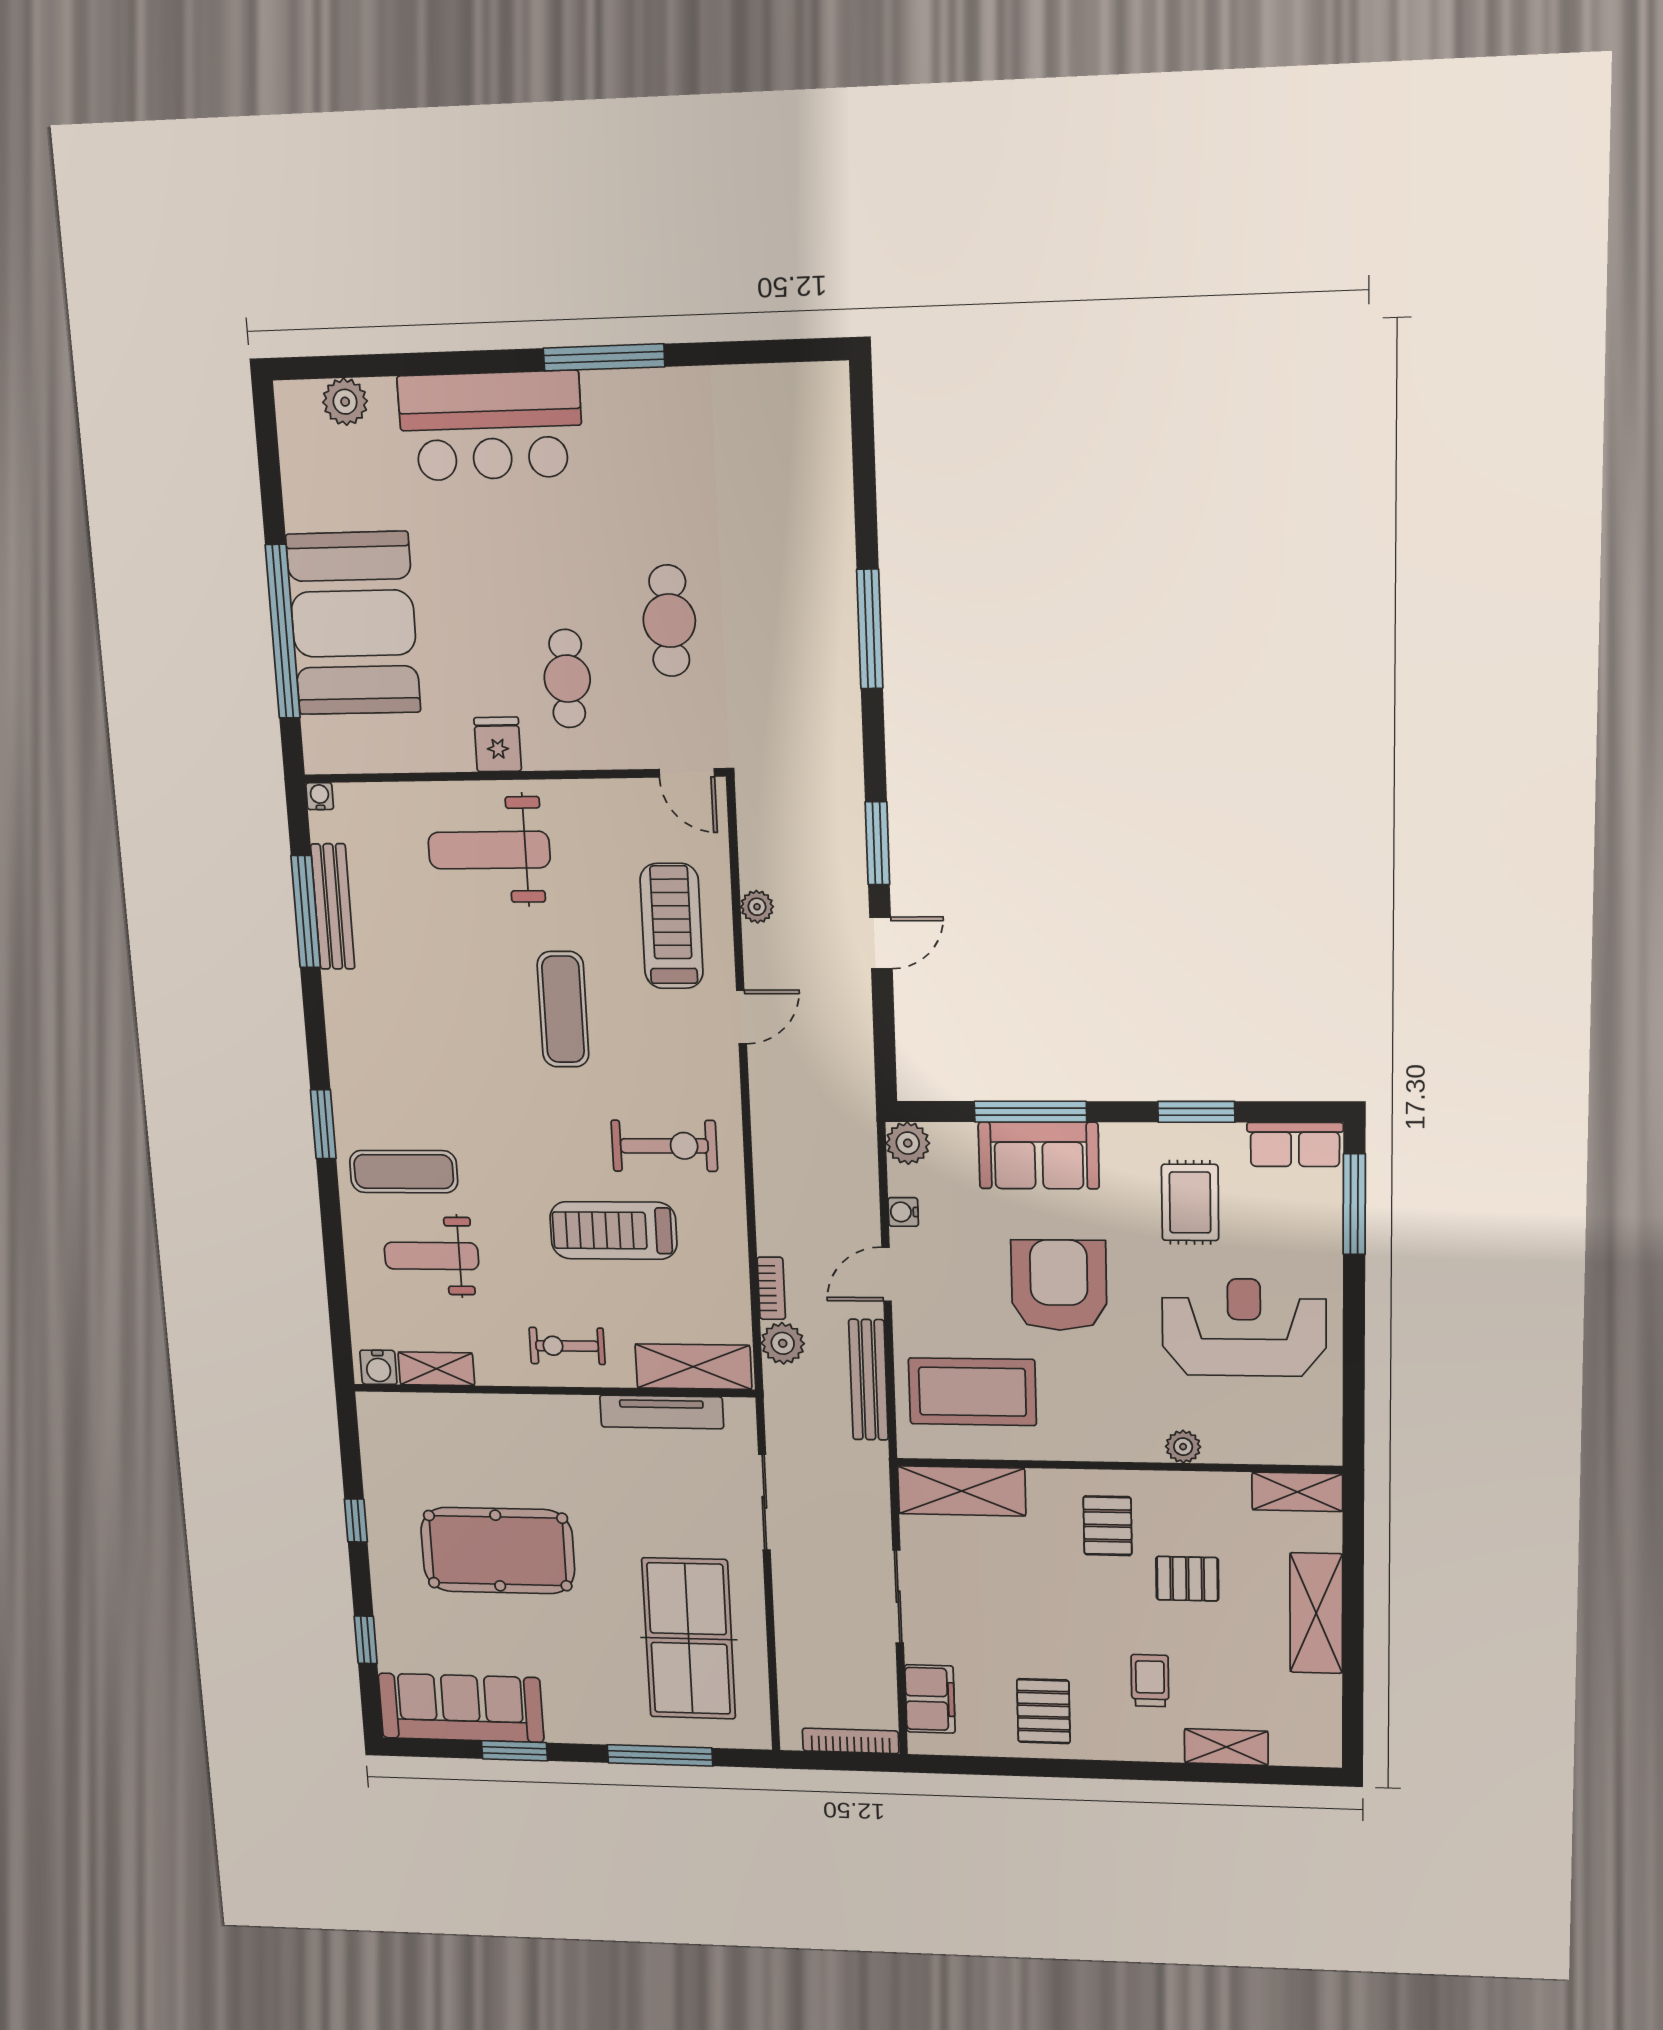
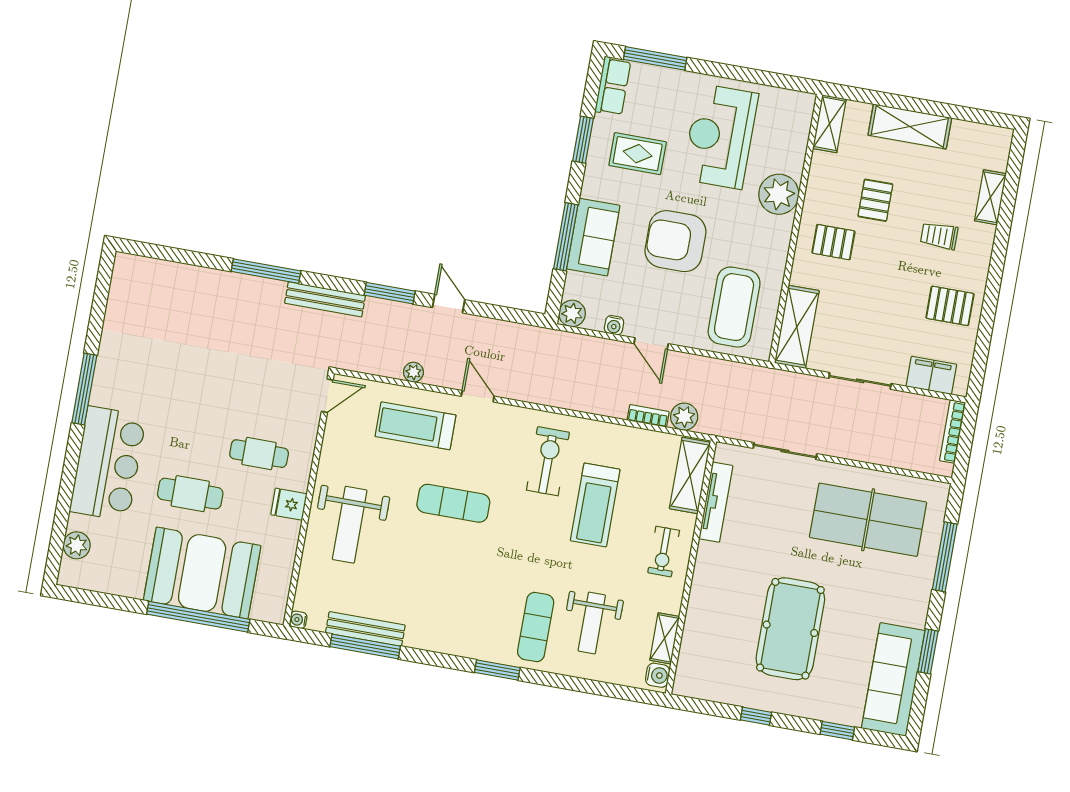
cafe table: (669, 621) -> (190, 494), moved
bench: (868, 1380) -> (325, 299), moved
plant: (1183, 1447) -> (779, 194), width x1.87, depth x1.87

